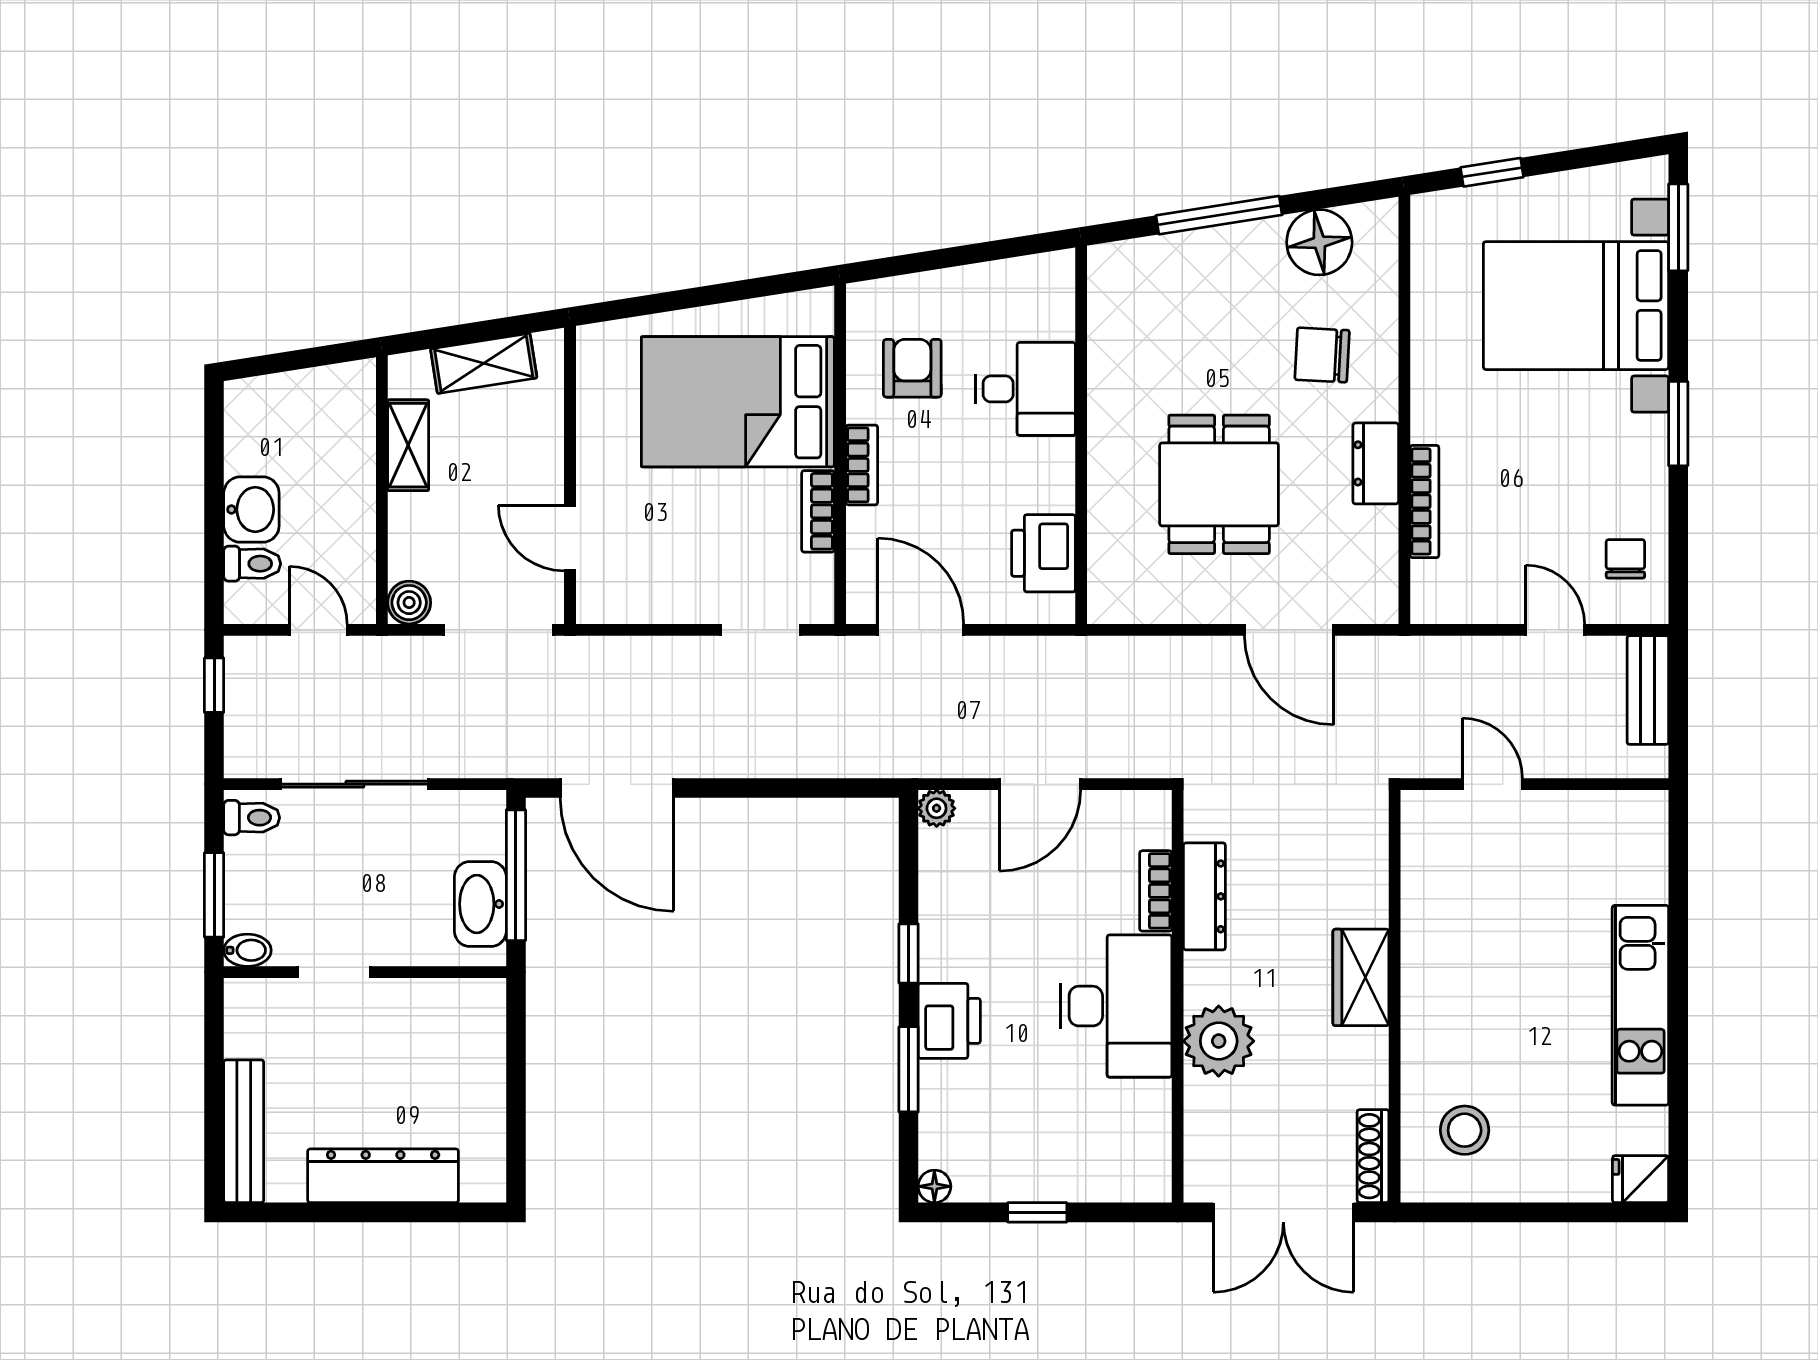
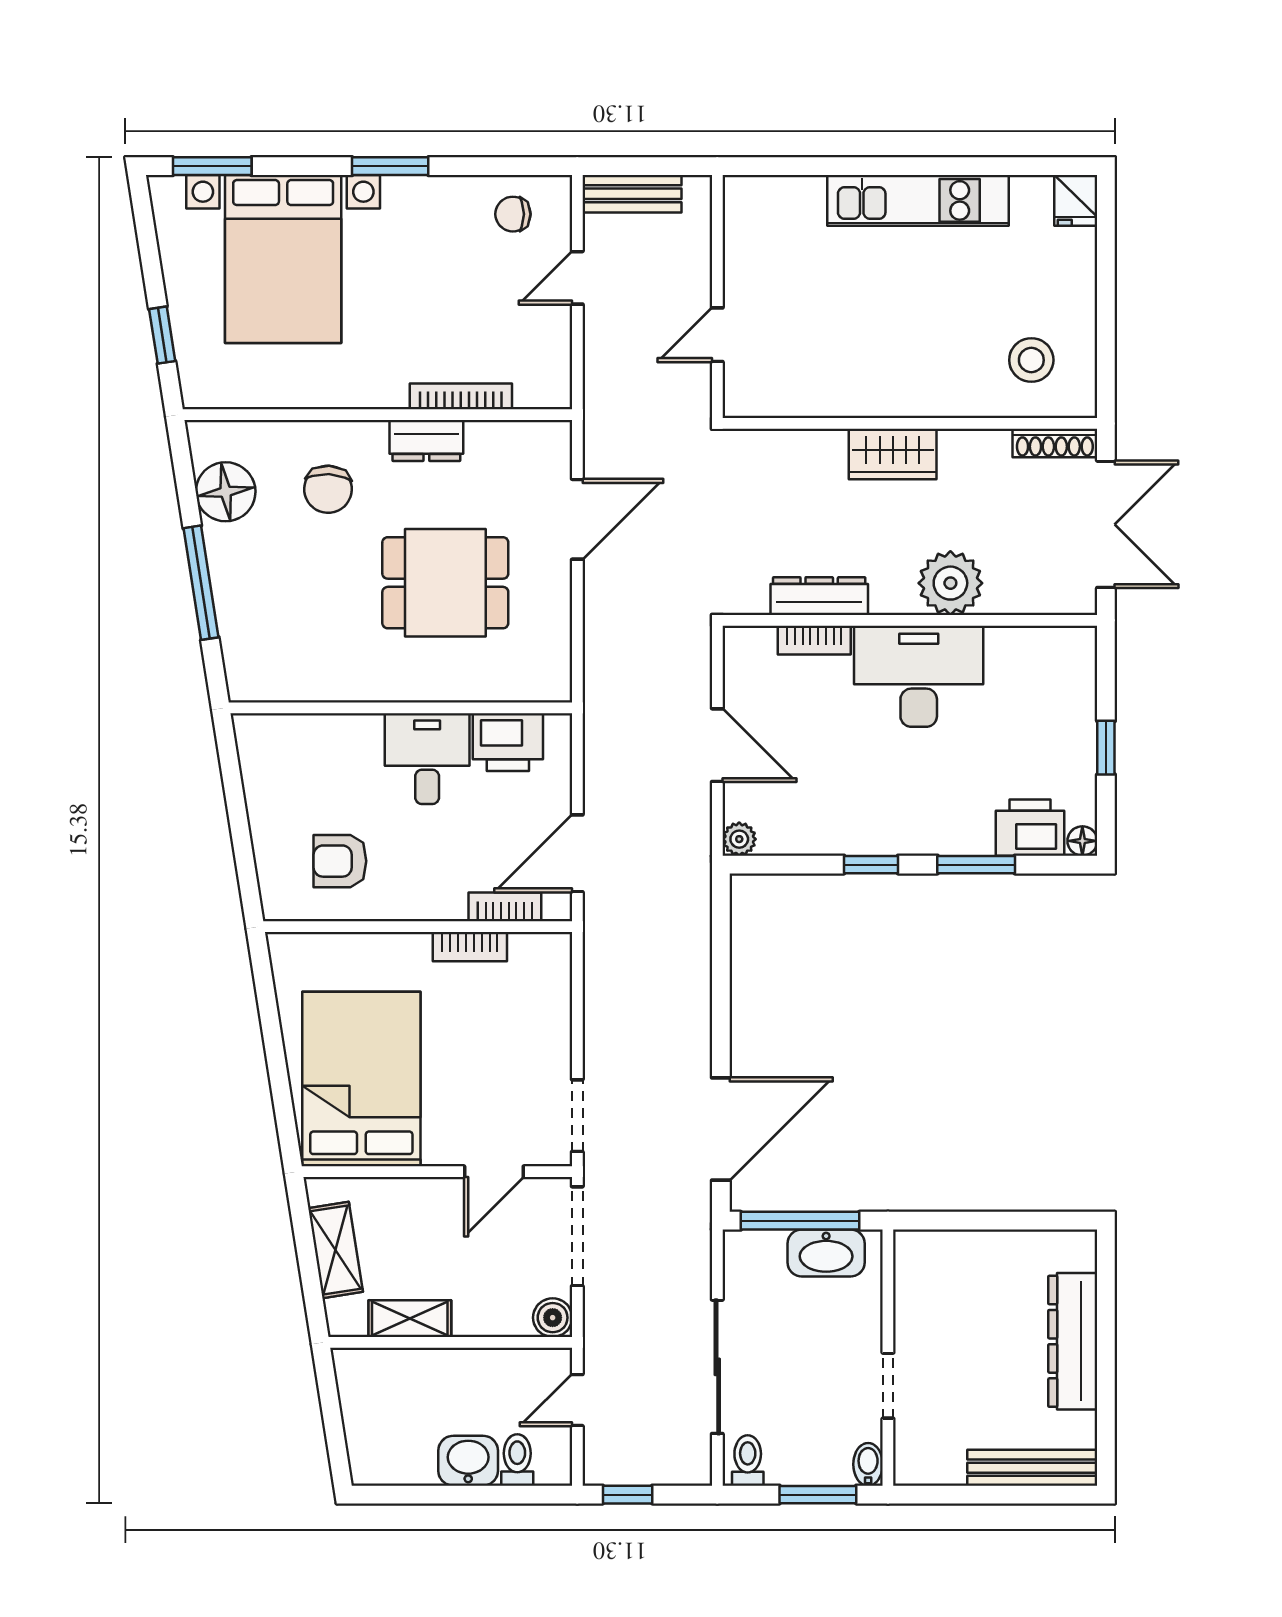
desk: (1025, 389) -> (427, 759), moved
bed: (738, 402) -> (361, 1079), moved, turned 180
bookcase: (862, 465) -> (505, 907), moved
doorway: (760, 630) -> (577, 1116), moved
printer: (949, 1021) -> (1030, 828), moved

